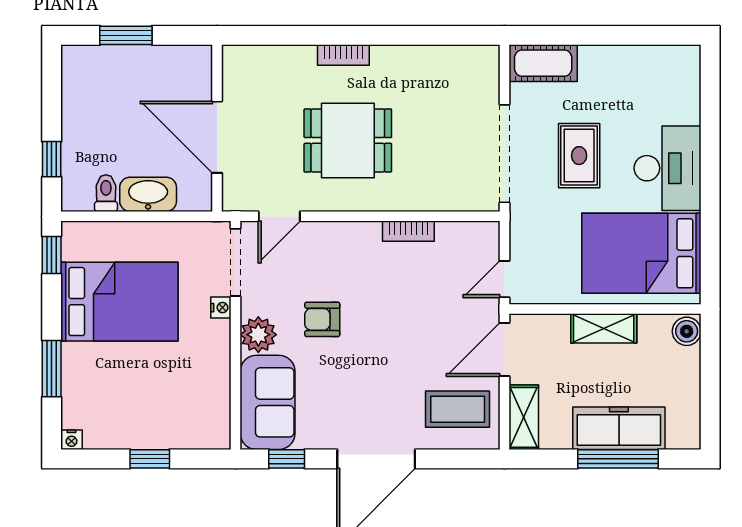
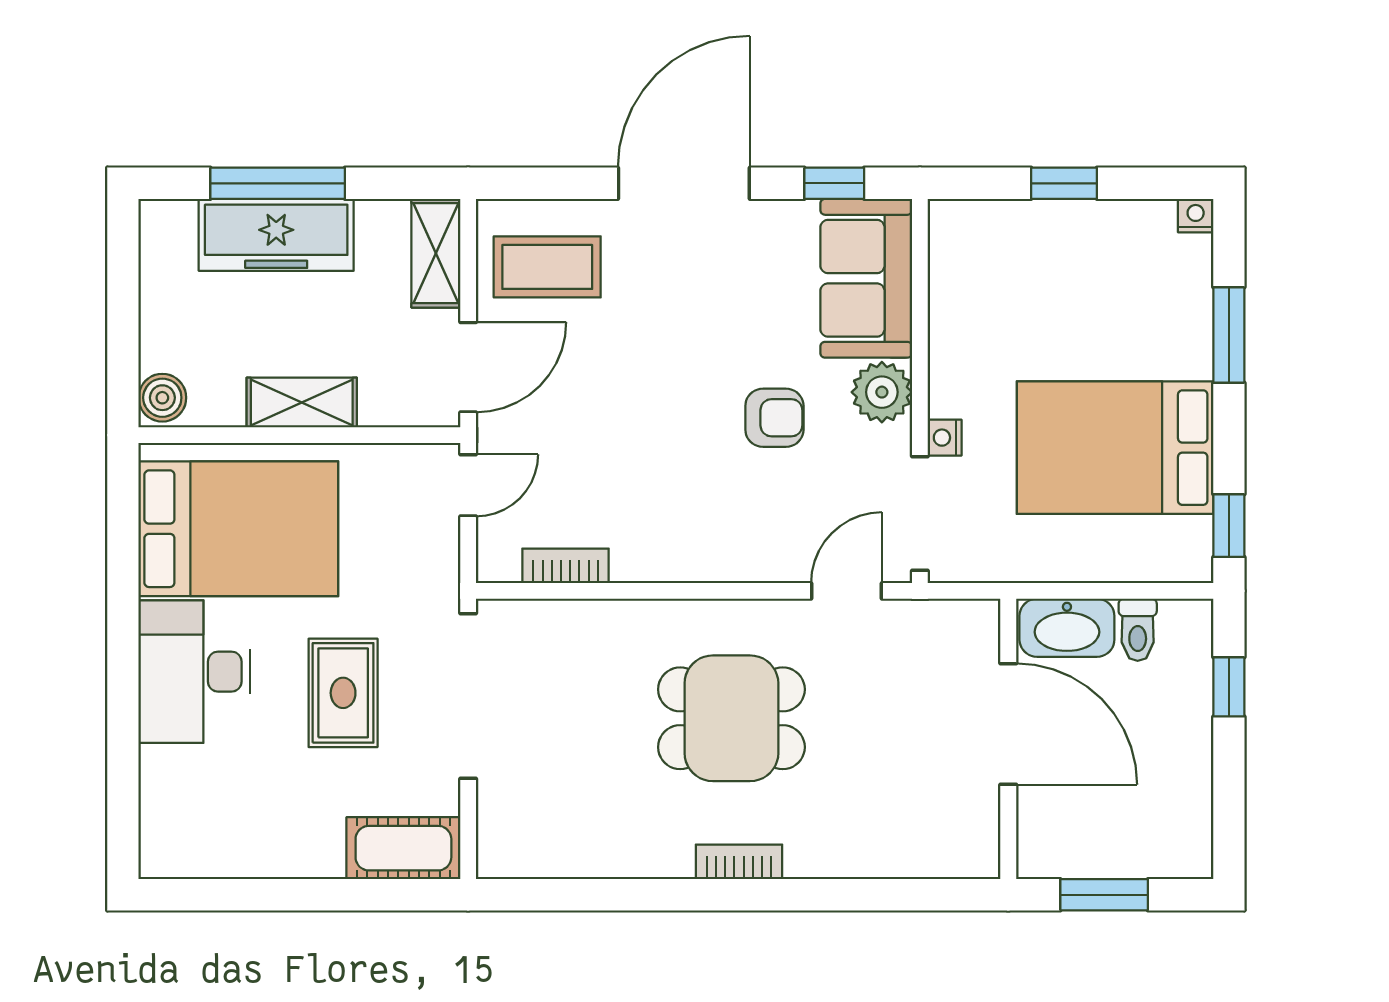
wall: (217, 128) -> (1008, 739), moved
door: (217, 137) -> (1008, 724), moved
bookcase: (408, 231) -> (566, 566), moved

